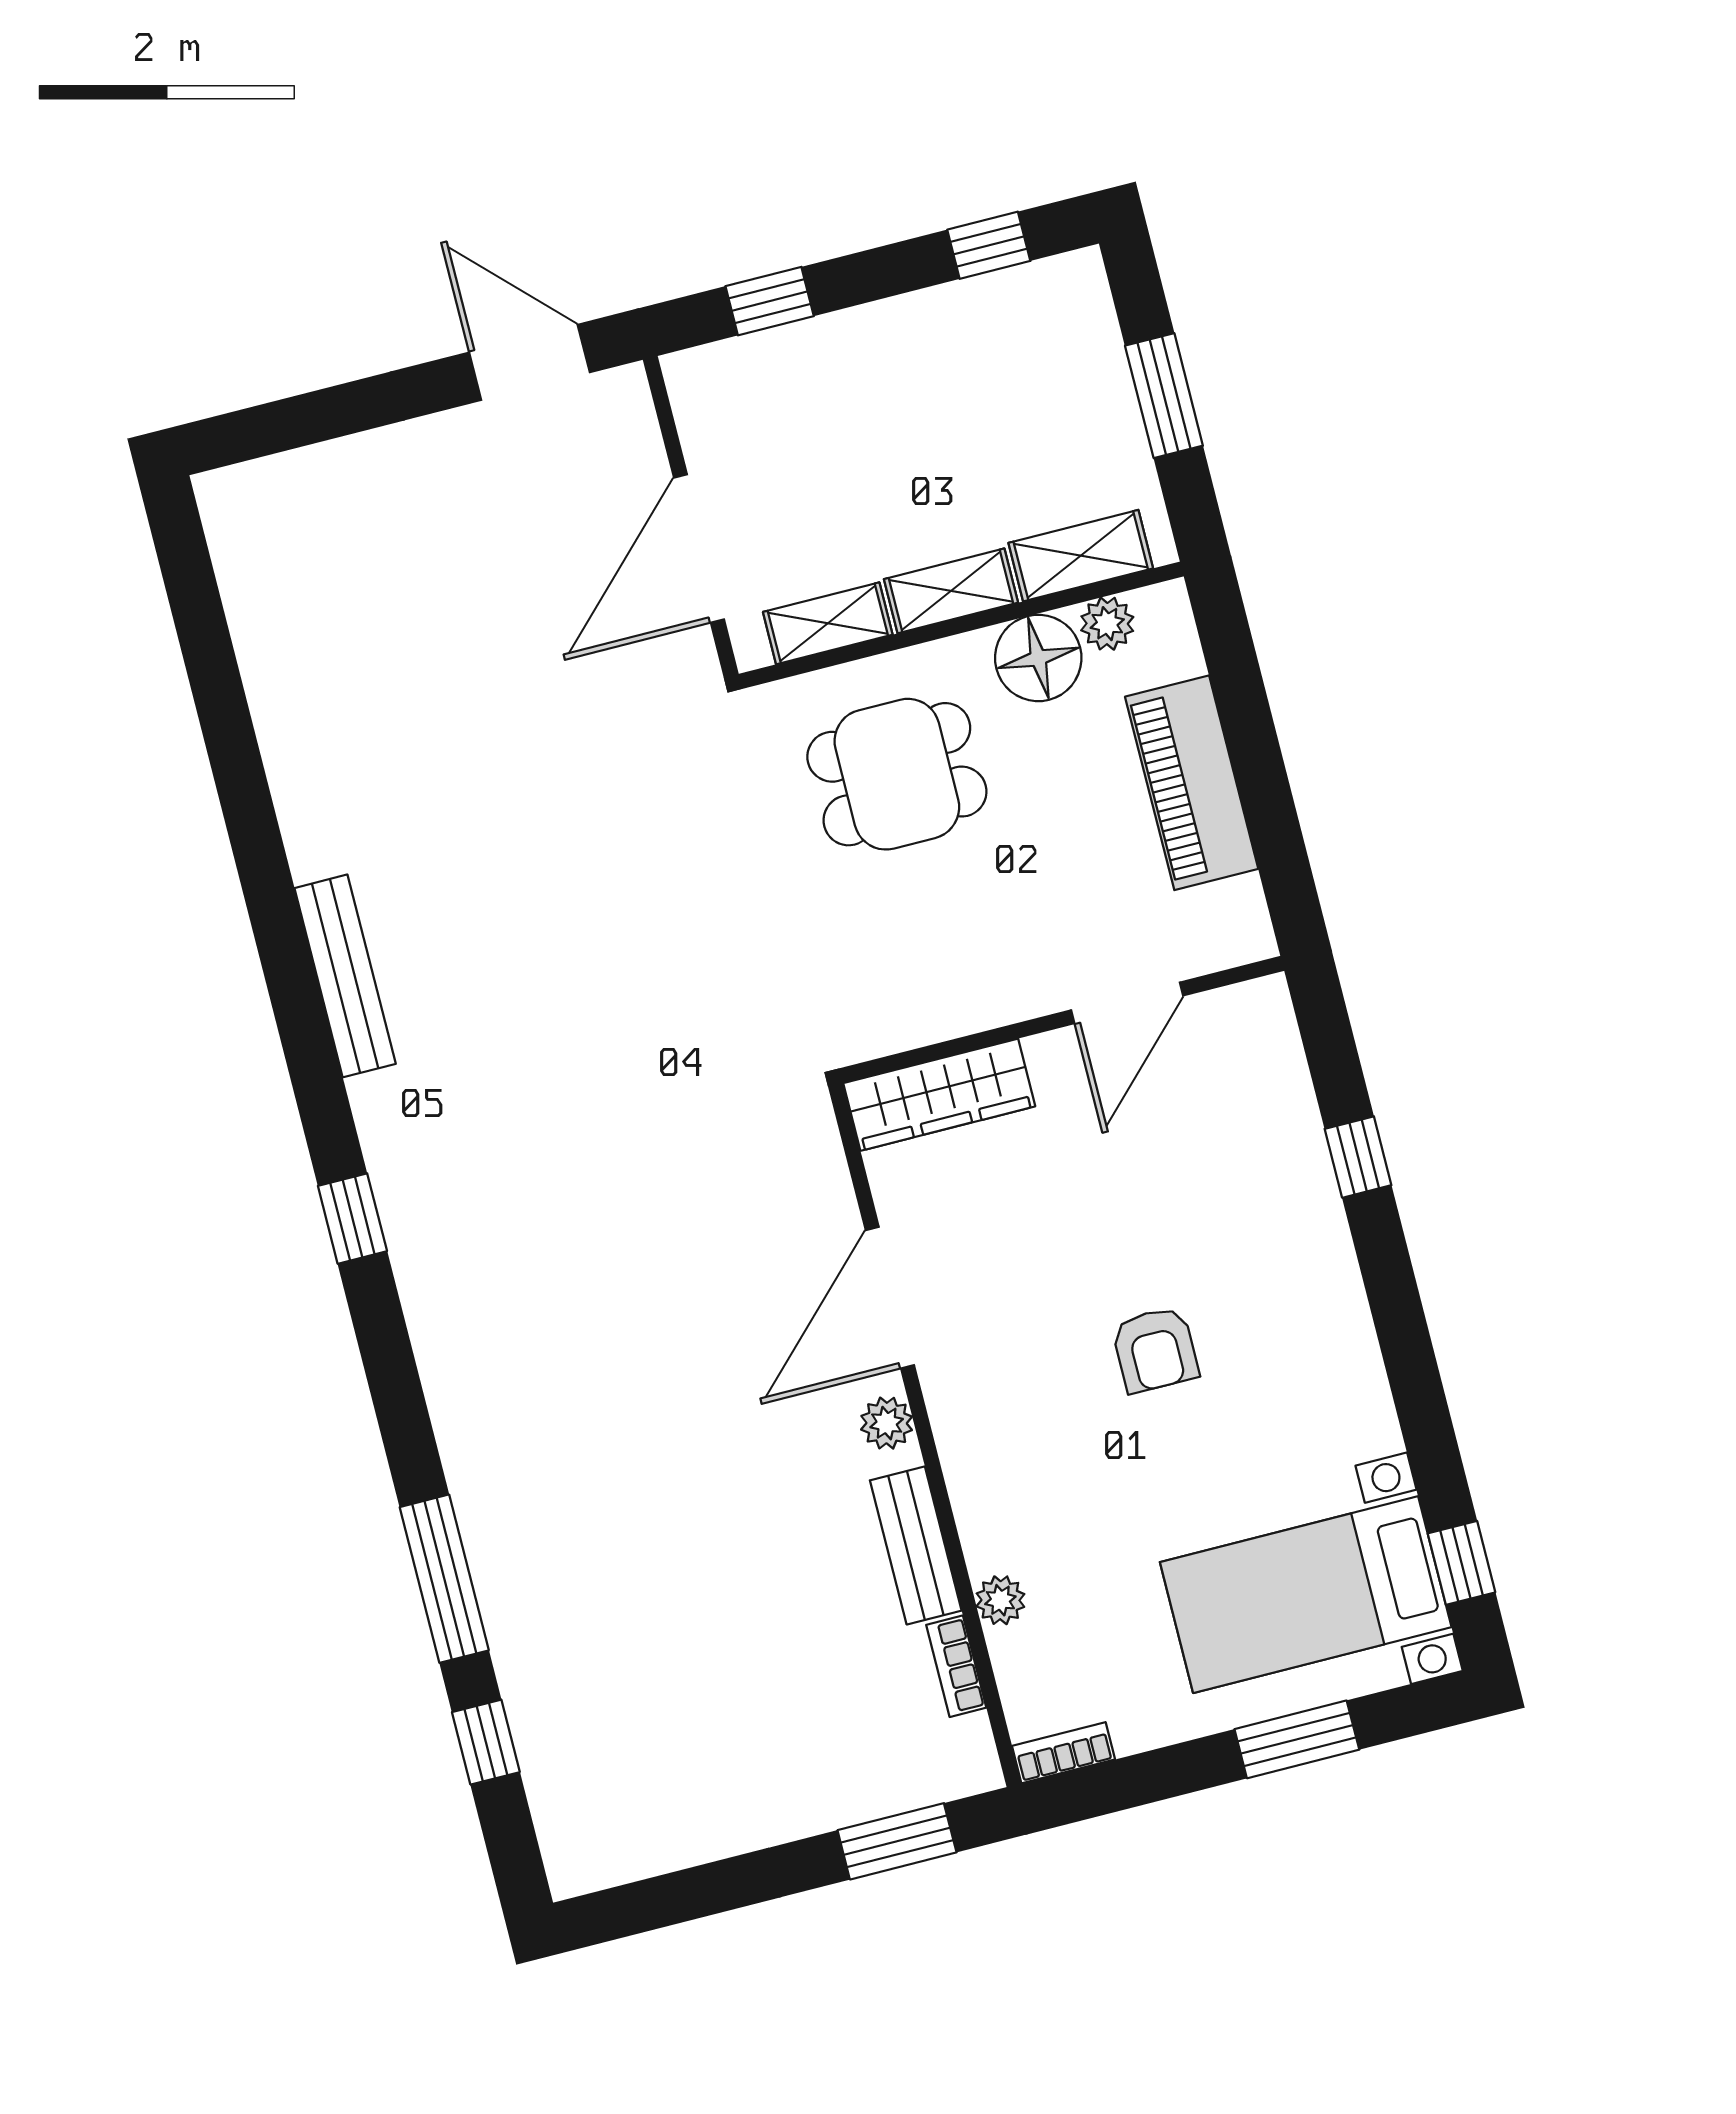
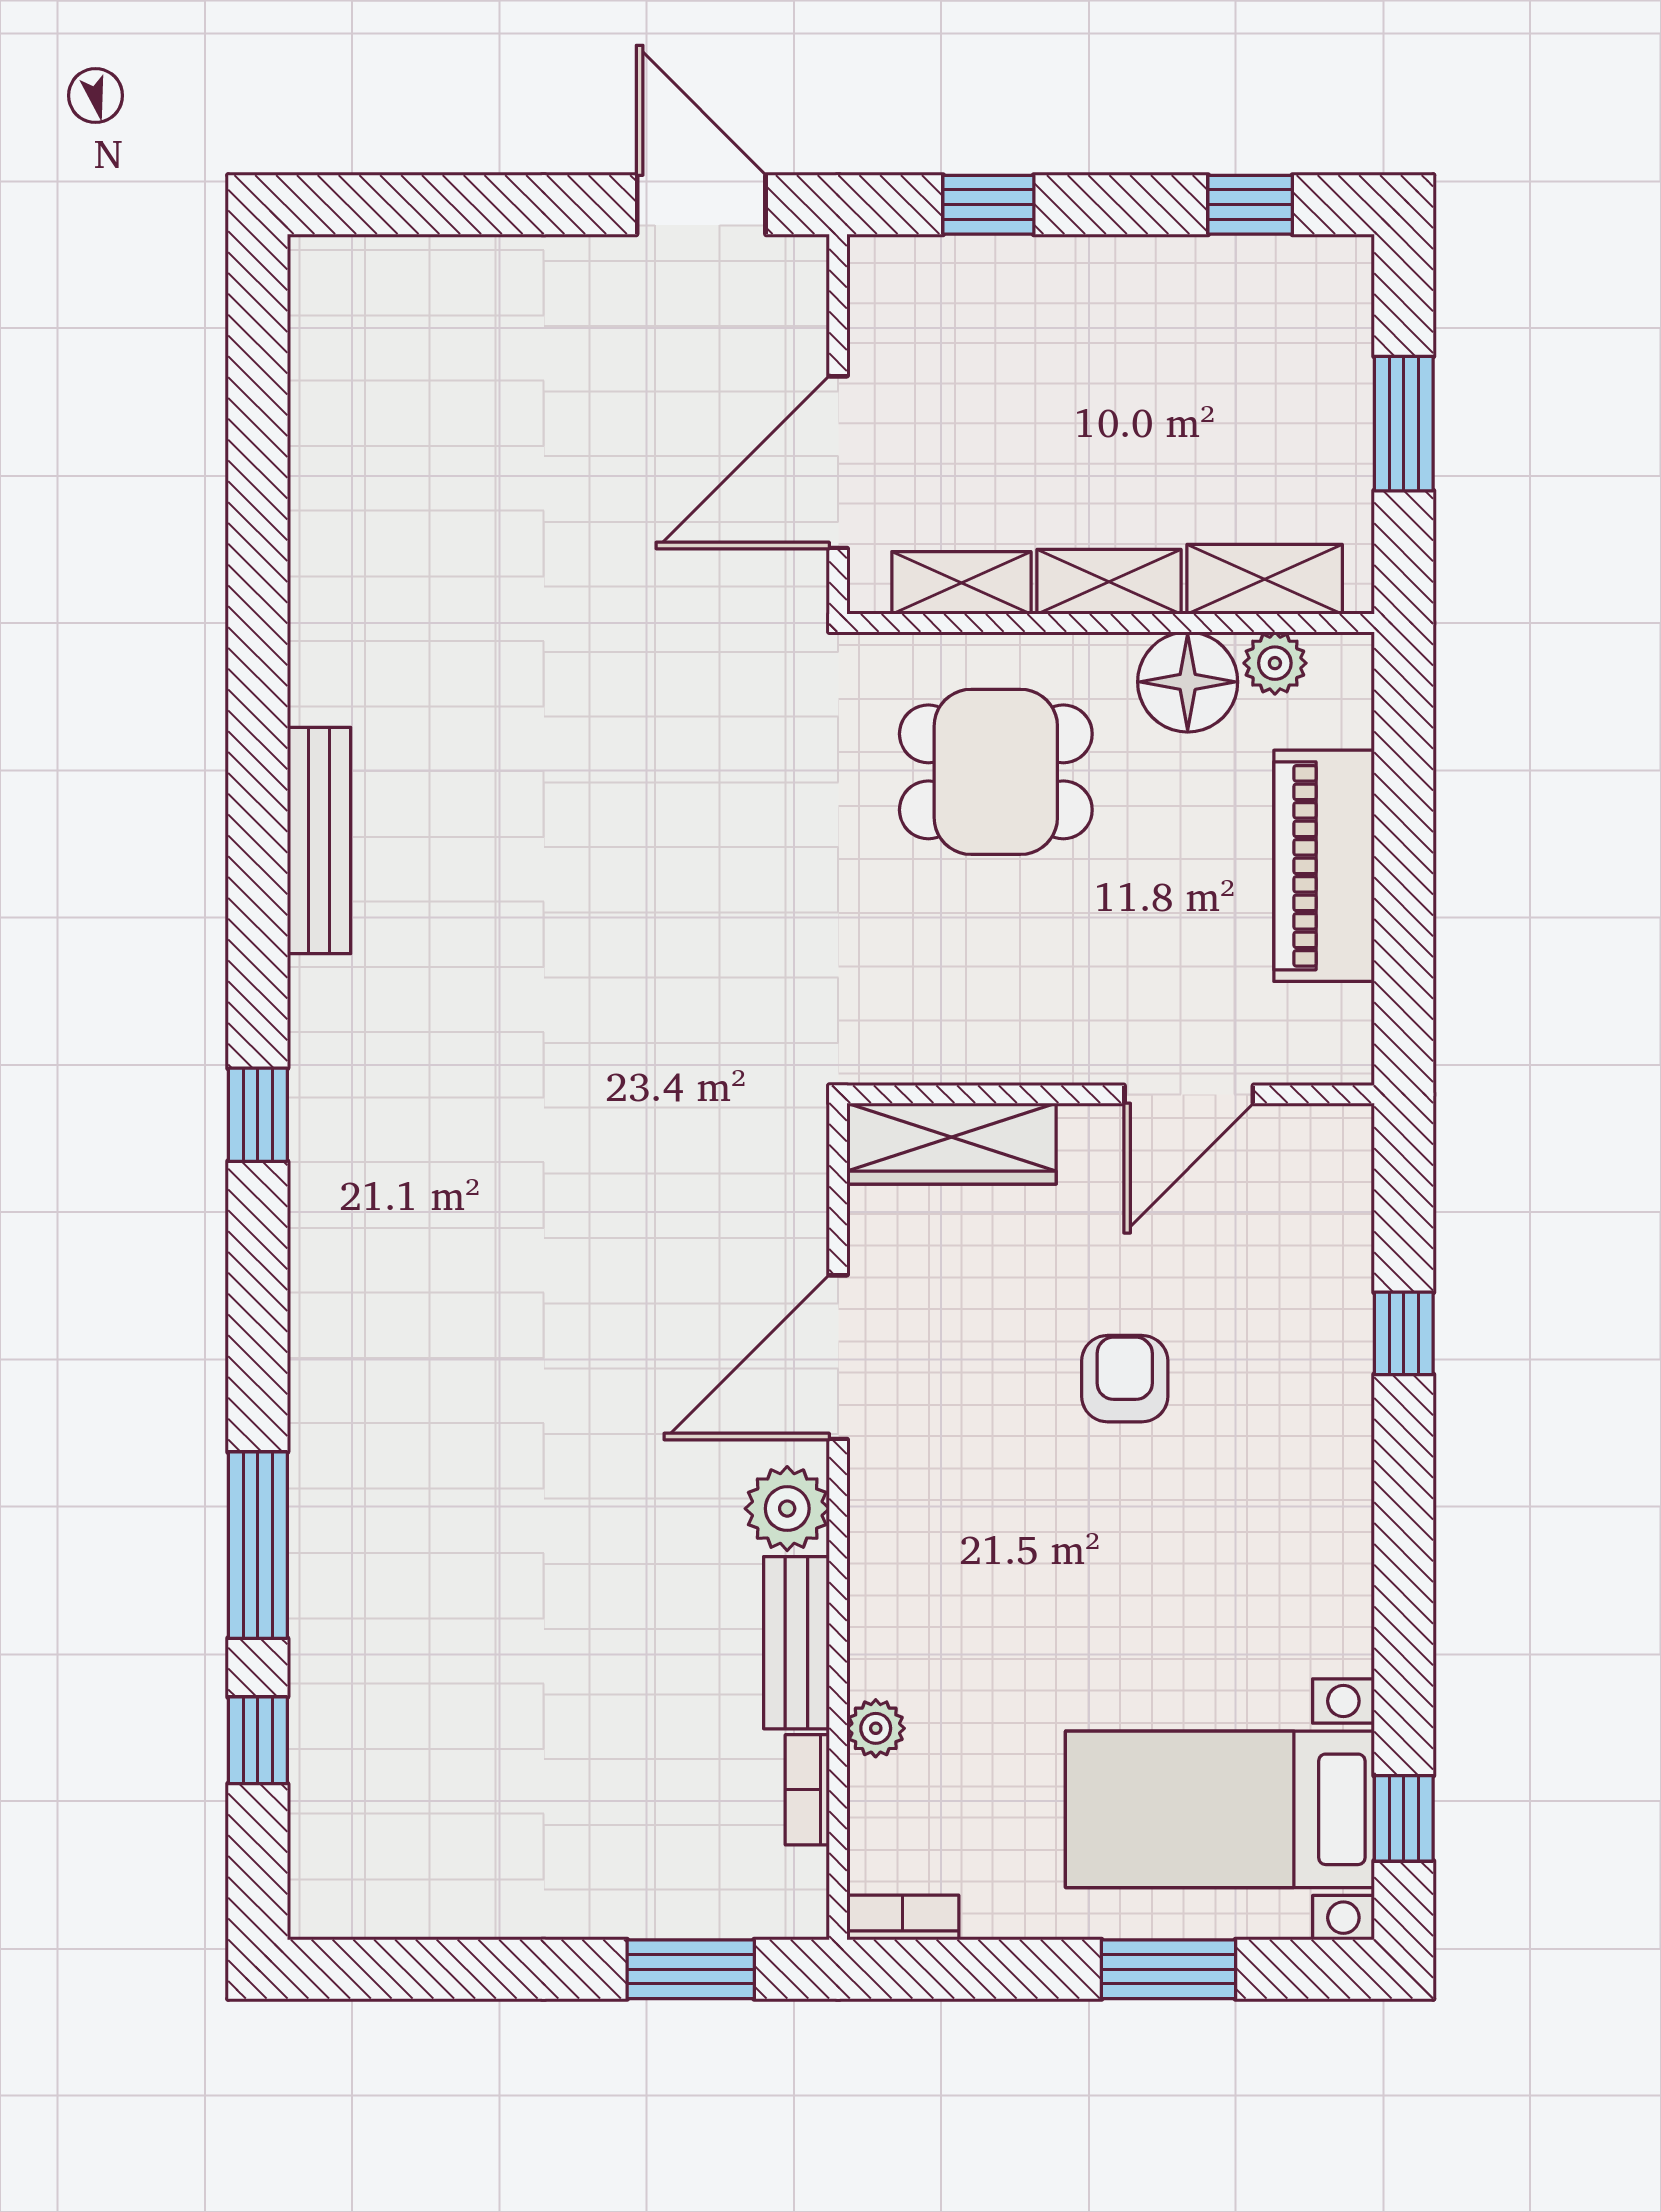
armchair: (1155, 1350) -> (1125, 1379), moved, turned 180
plant: (887, 1423) -> (787, 1509), width x1.38, depth x1.38

